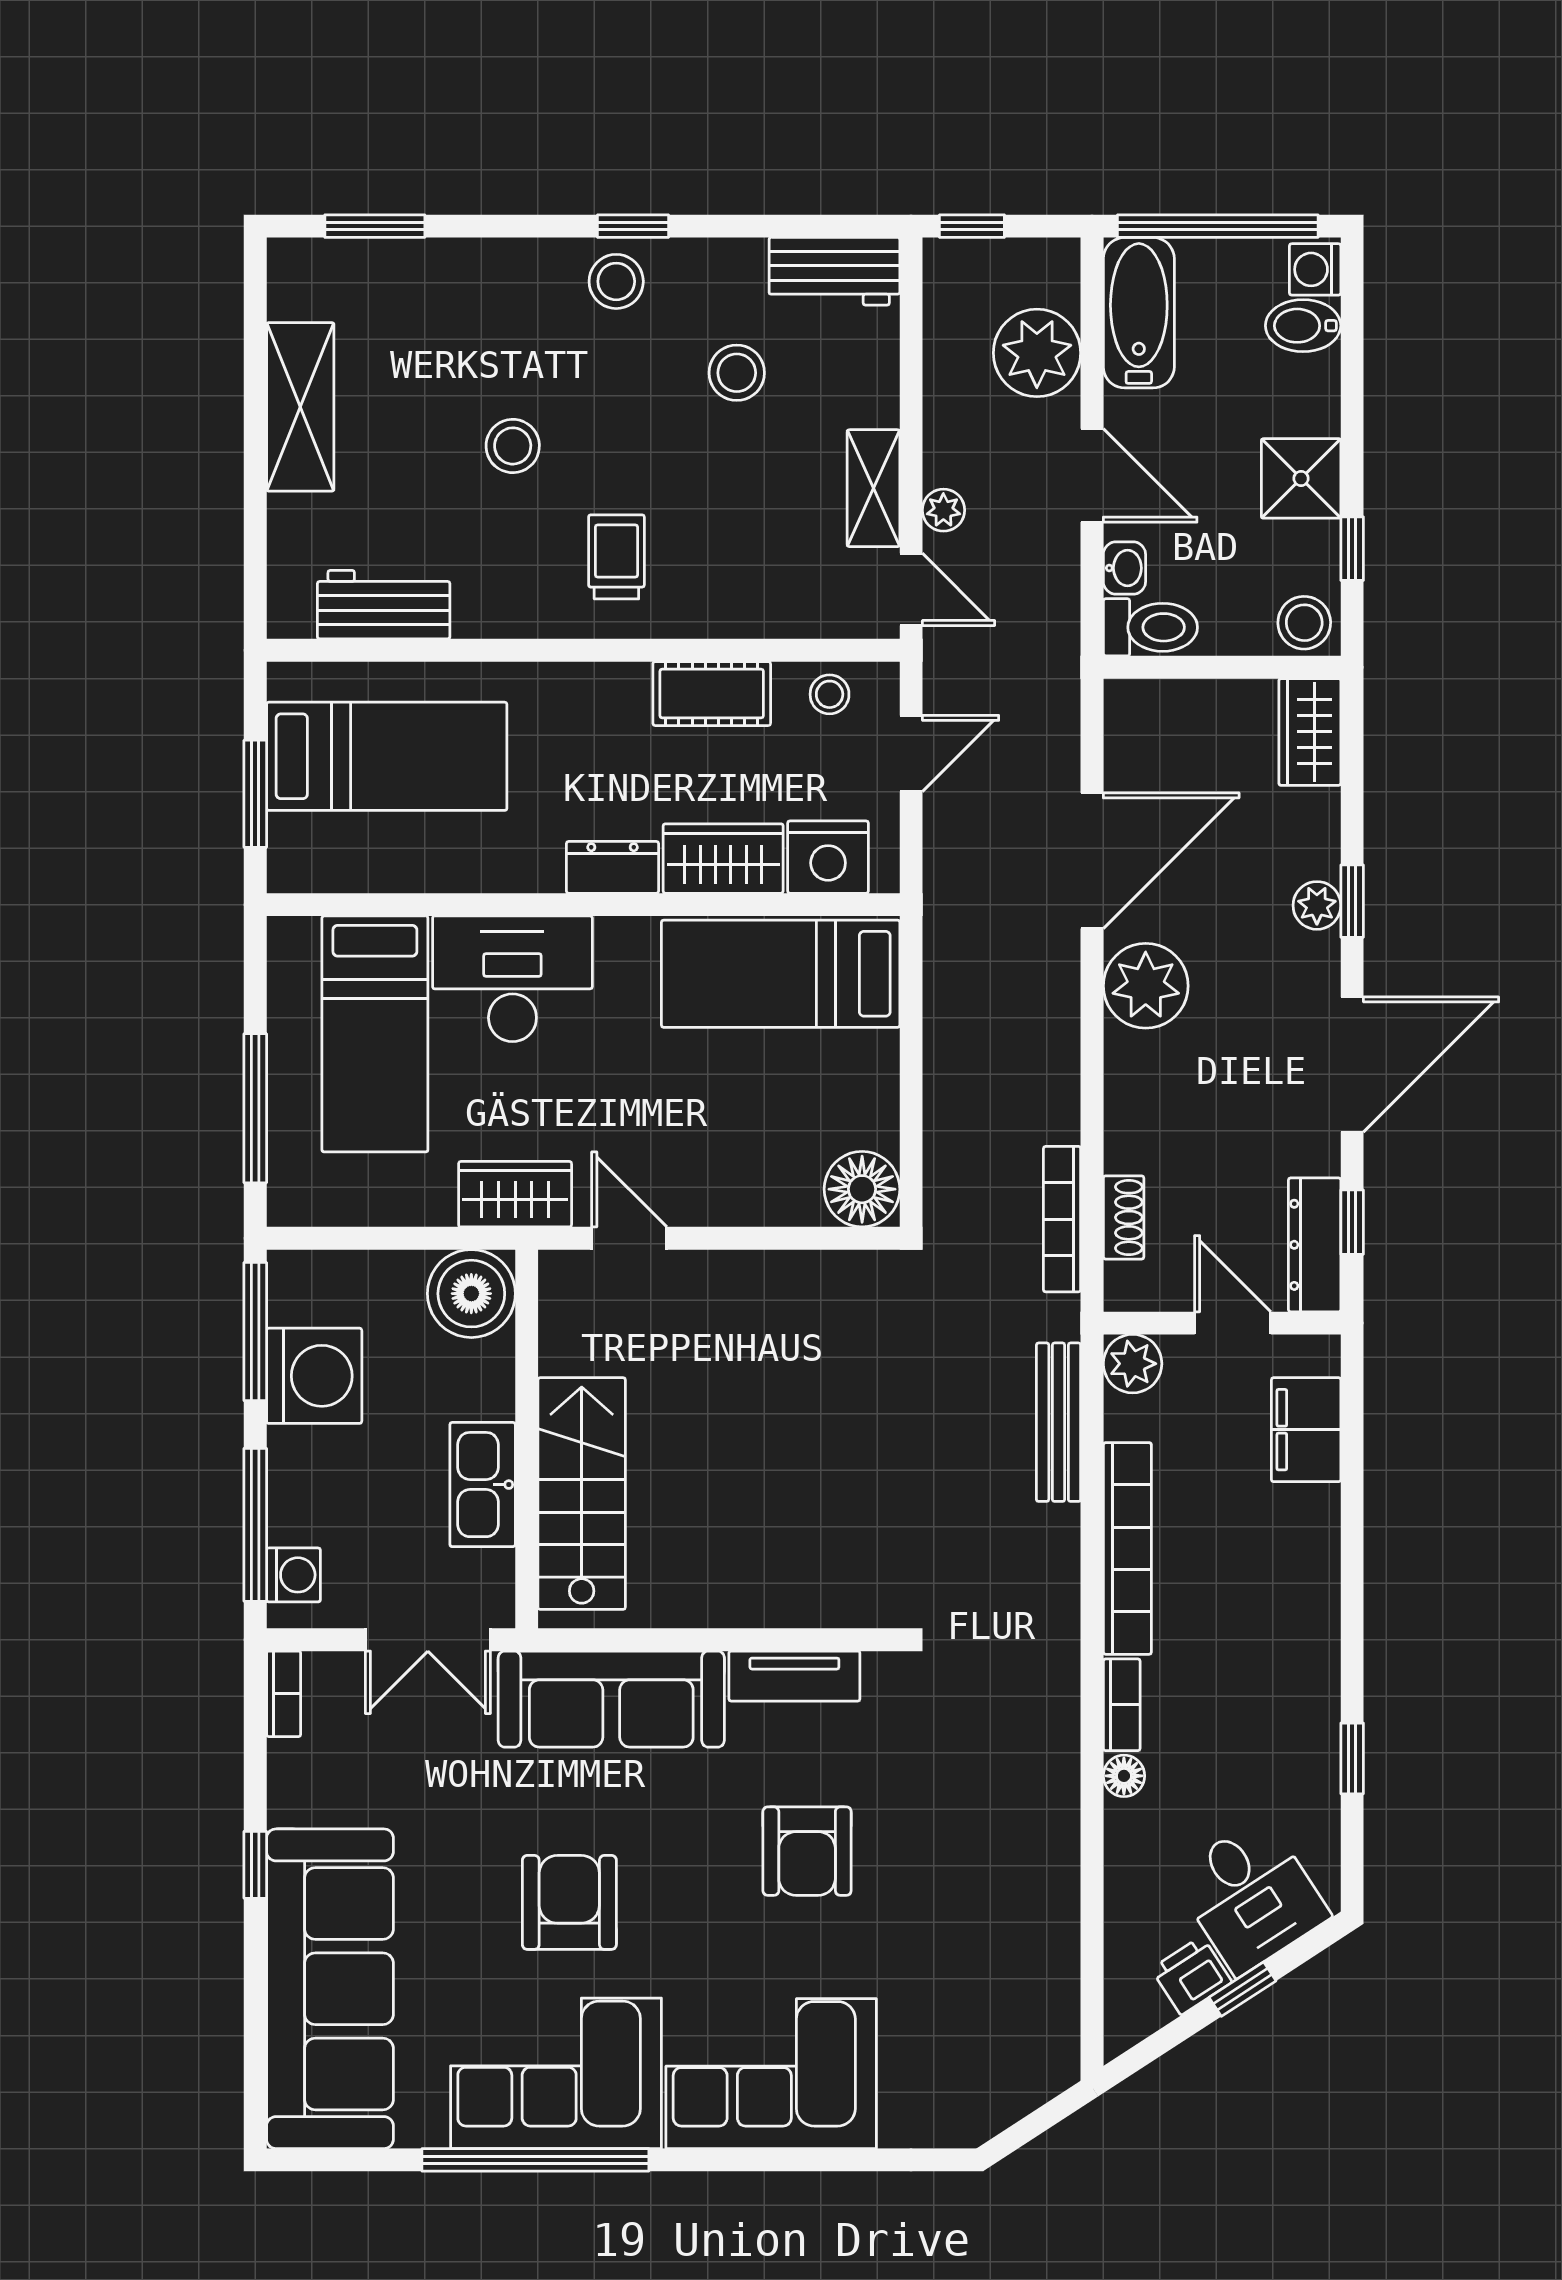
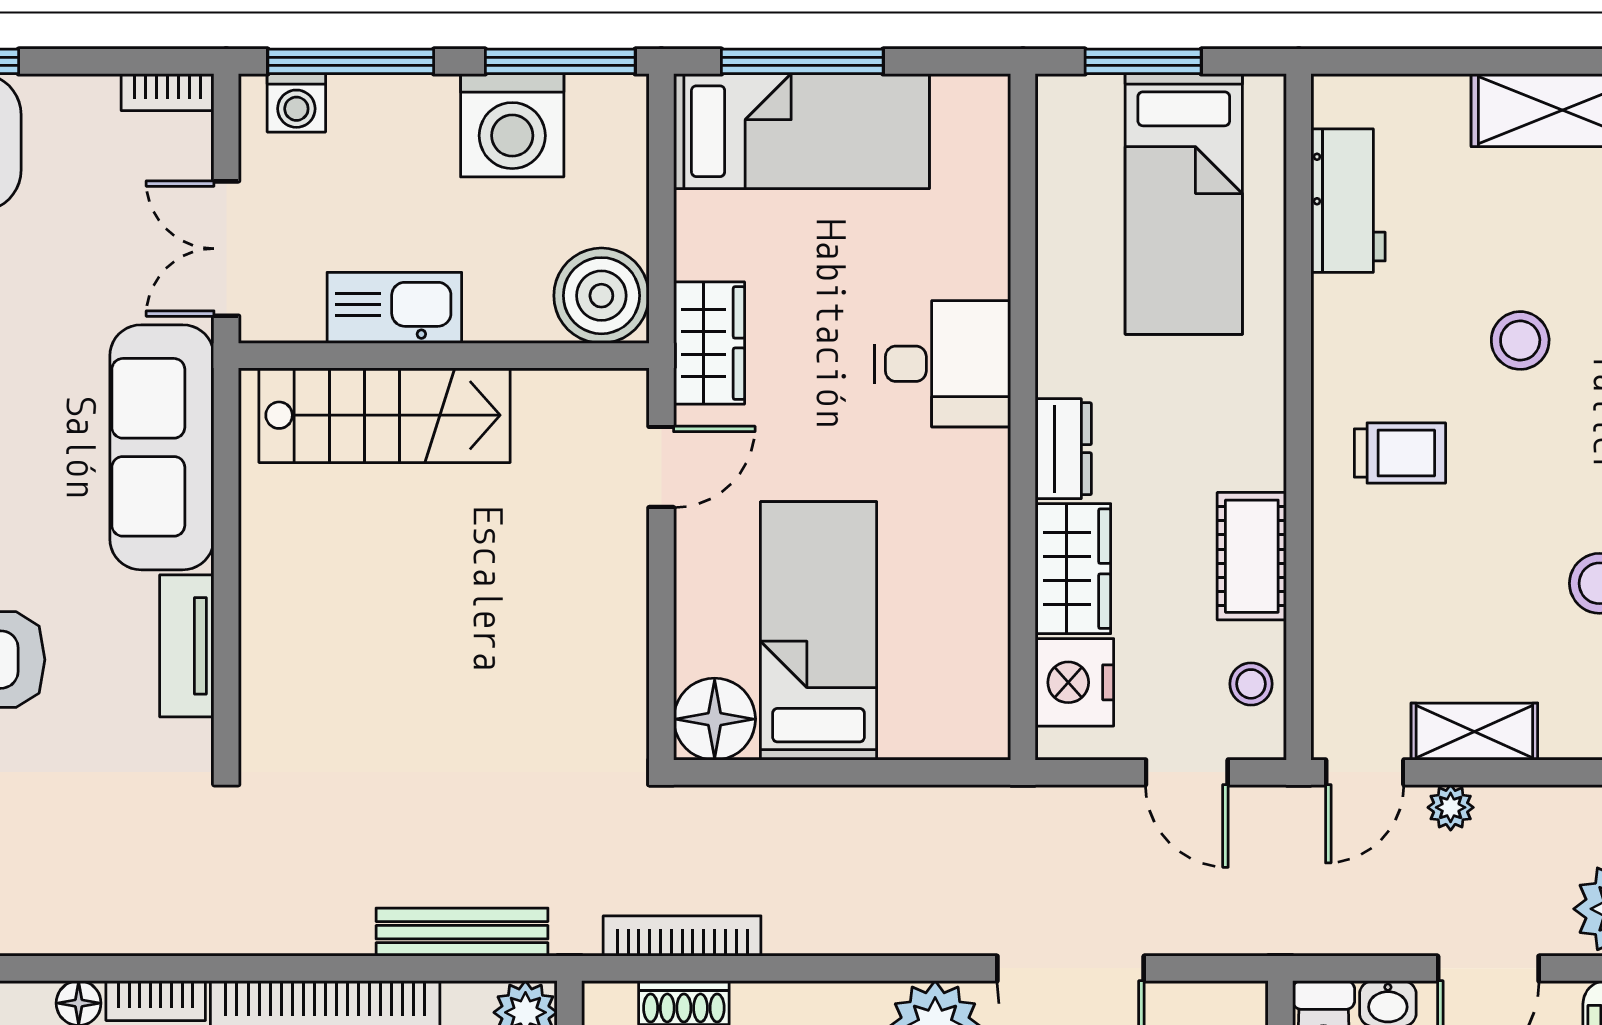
bed: (781, 974) -> (819, 631), moved
desk: (512, 979) -> (943, 364), width x0.73
bed: (375, 1034) -> (801, 131), moved, turned 180

